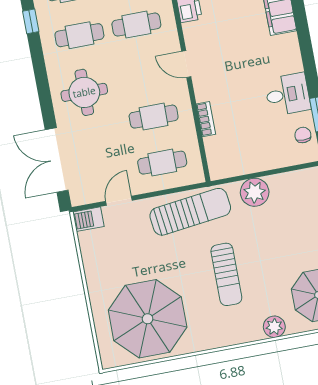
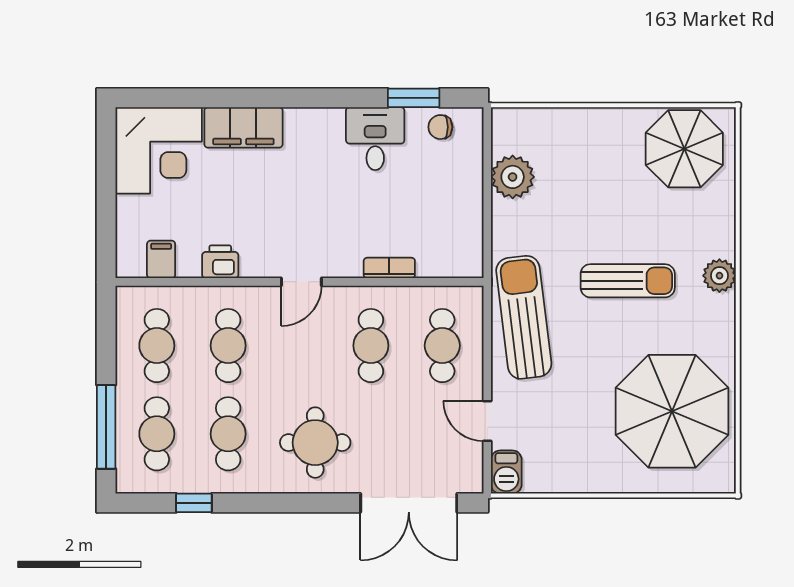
plant: (255, 192) -> (513, 177), moved
plant: (274, 327) -> (719, 276), moved

